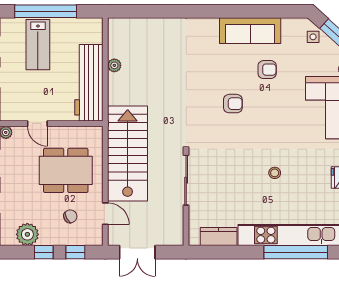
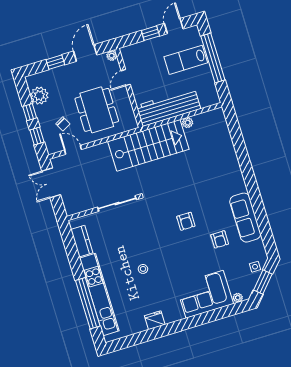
stairs: (128, 154) -> (148, 145), moved
door: (105, 214) -> (73, 150), swing flipped

